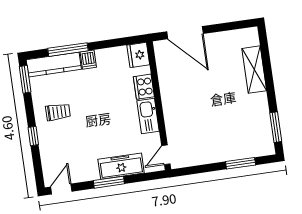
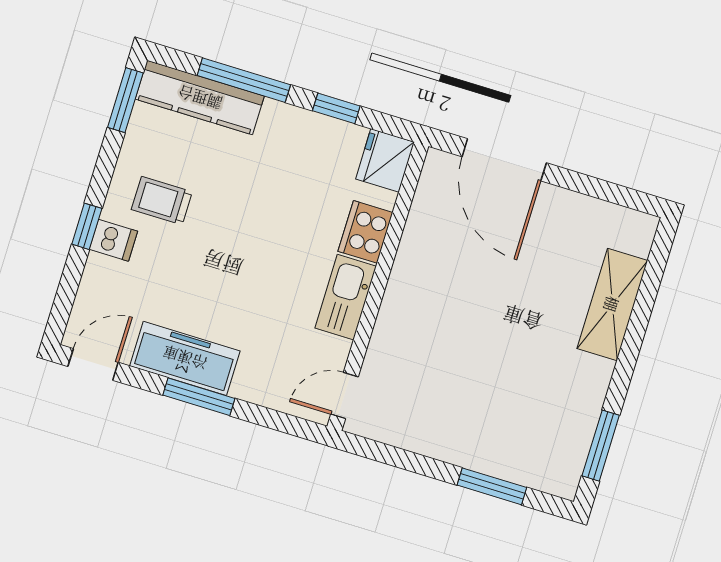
window: (110, 44) -> (336, 108), added
dishwasher: (88, 60) -> (113, 240), moved, turned -90
trolley: (58, 112) -> (162, 201), turned 180
freezer: (121, 166) -> (185, 358), moved

